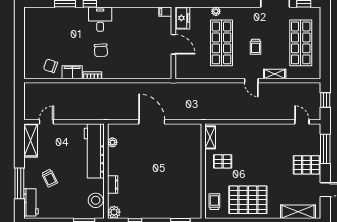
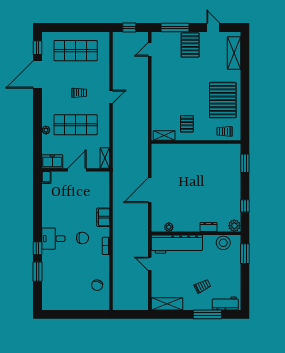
filing cabinet: (72, 72) -> (103, 217), moved
shelving: (275, 74) -> (105, 158), moved
door: (46, 122) -> (150, 264), moved

